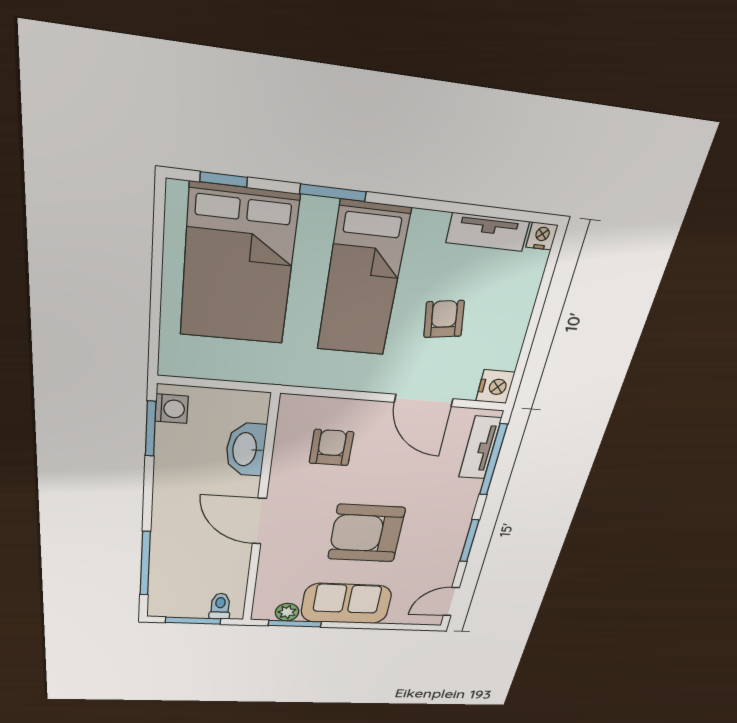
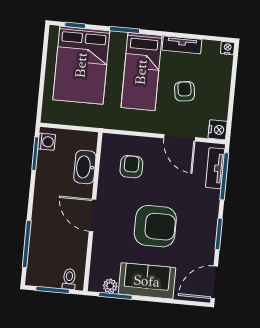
tv unit: (488, 232) -> (182, 45), moved
armchair: (366, 533) -> (155, 226), turned 180
door: (451, 602) -> (214, 282), width x1.38

